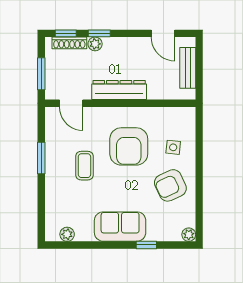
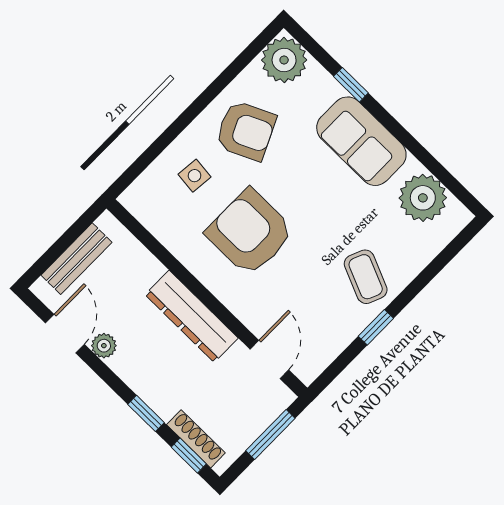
plant: (95, 44) -> (104, 346), moved
armchair: (129, 146) -> (250, 232), turned -90
window: (41, 158) -> (376, 327), width x0.67
coffee table: (84, 166) -> (366, 277), moved, turned -67
plant: (67, 234) -> (423, 198), width x1.87, depth x1.87
plant: (189, 235) -> (284, 60), width x1.88, depth x1.88

